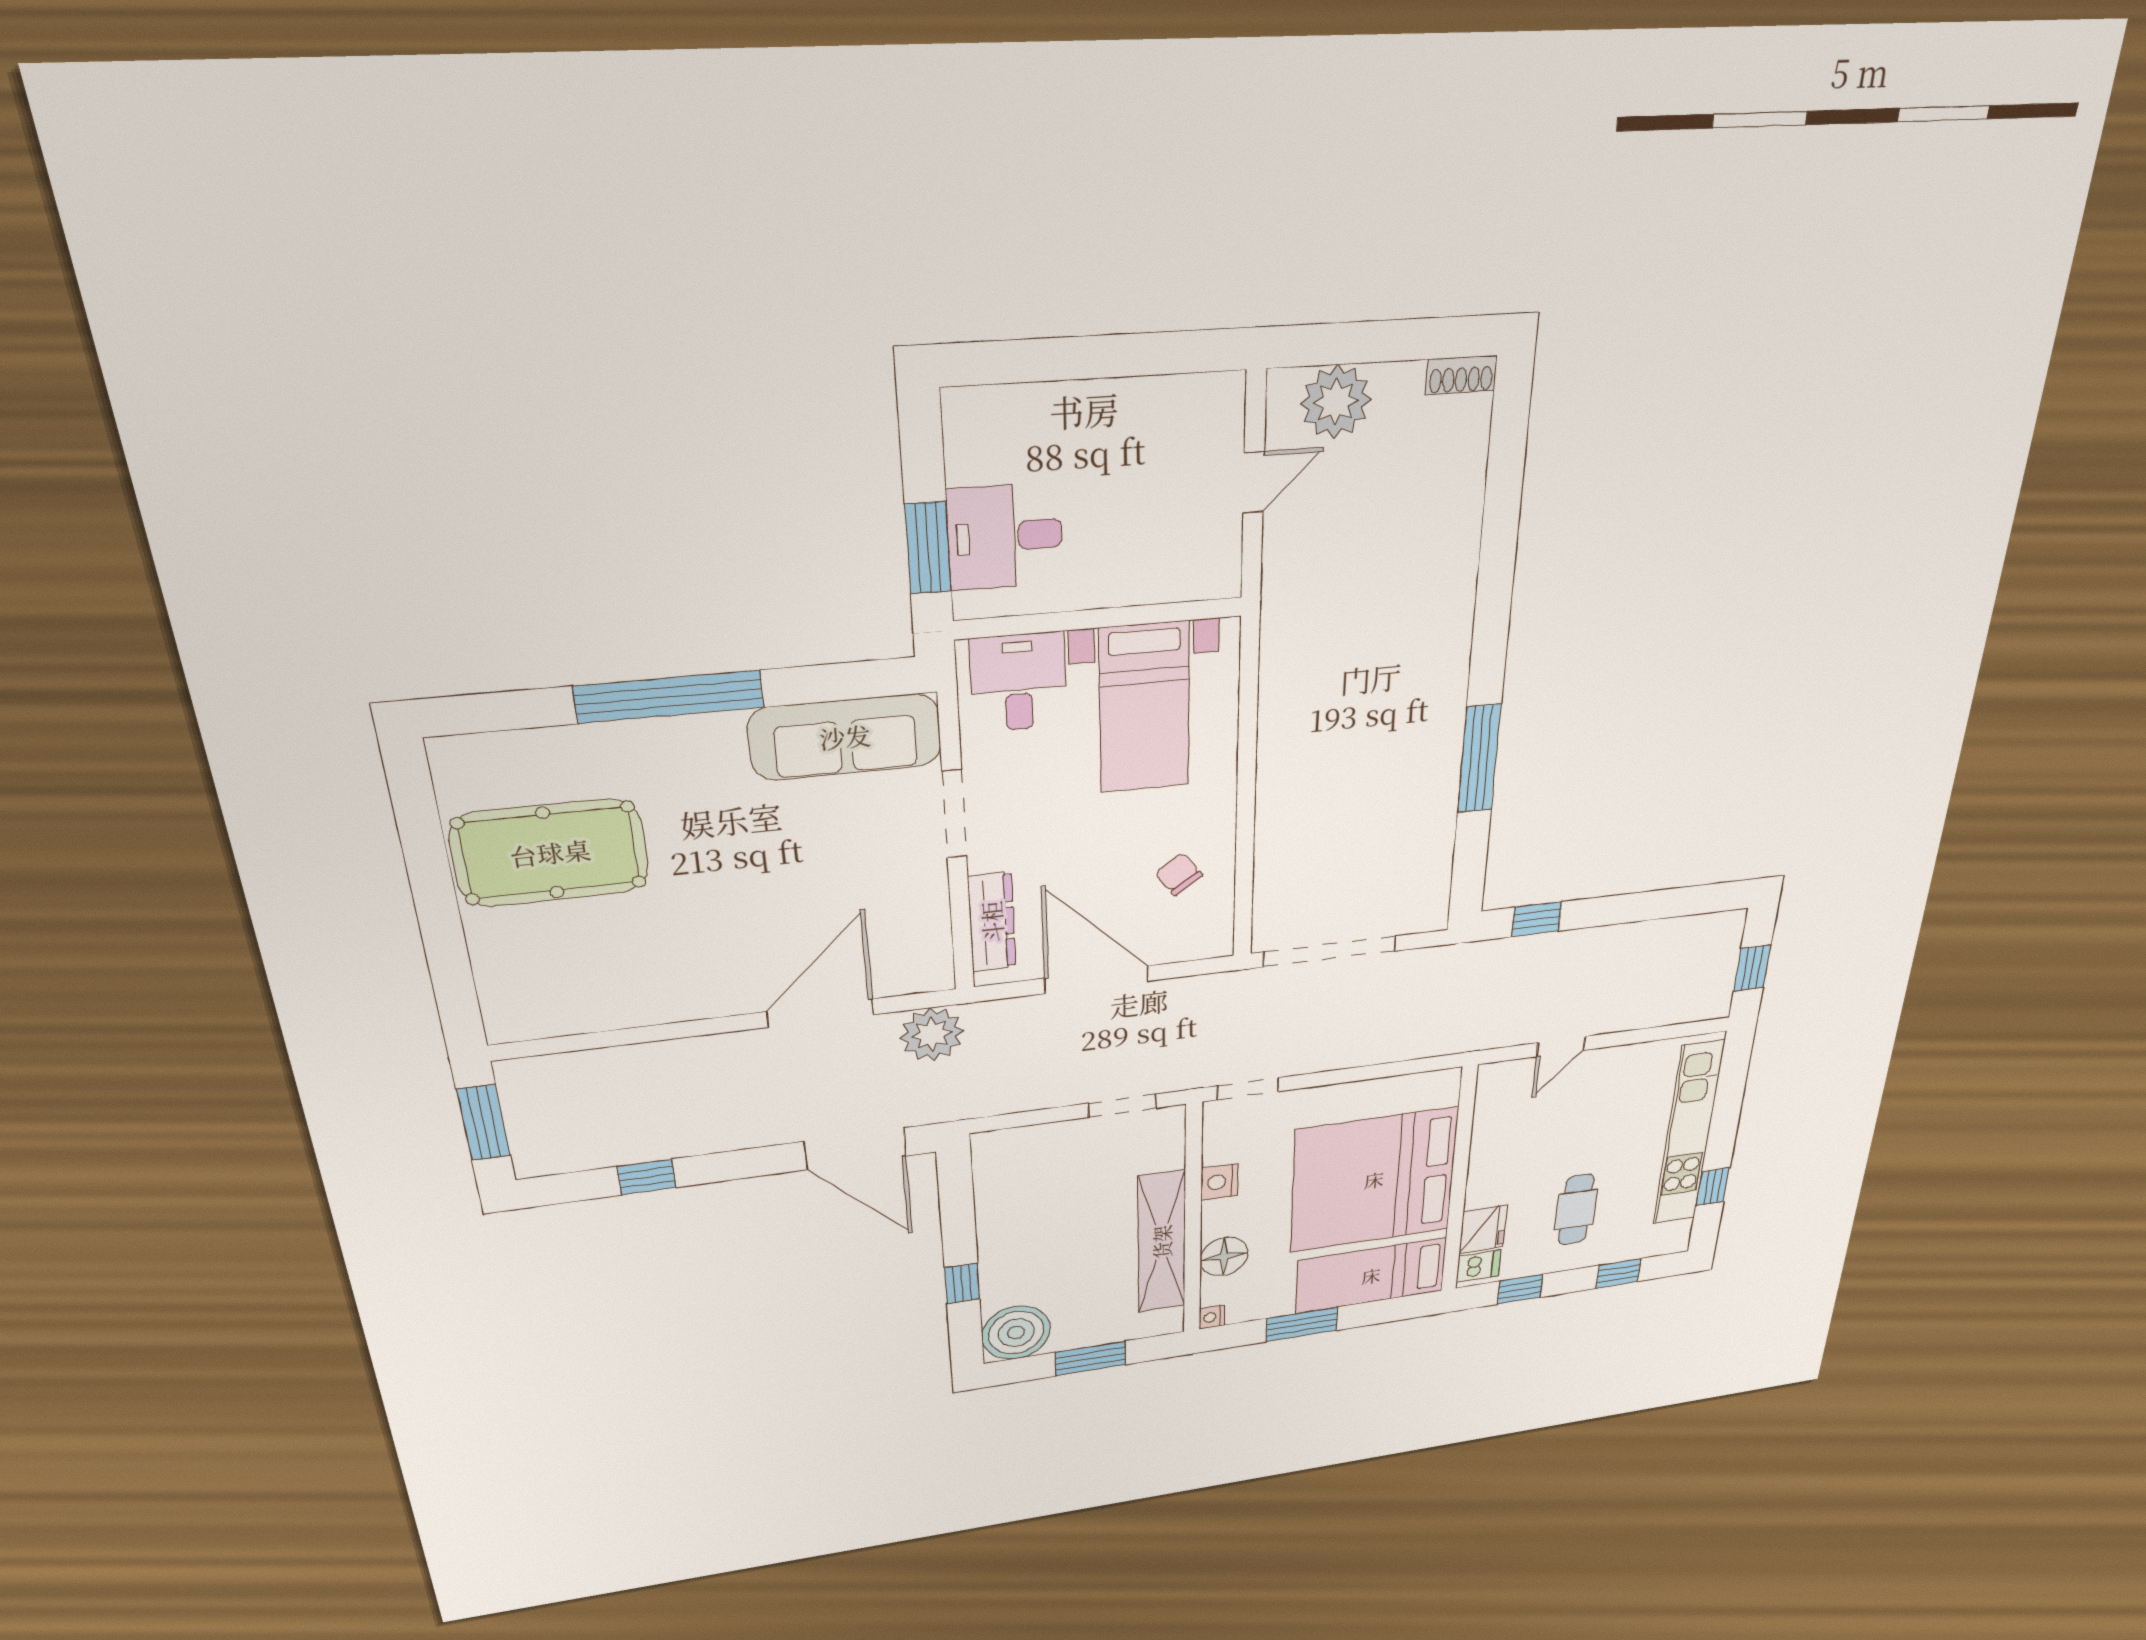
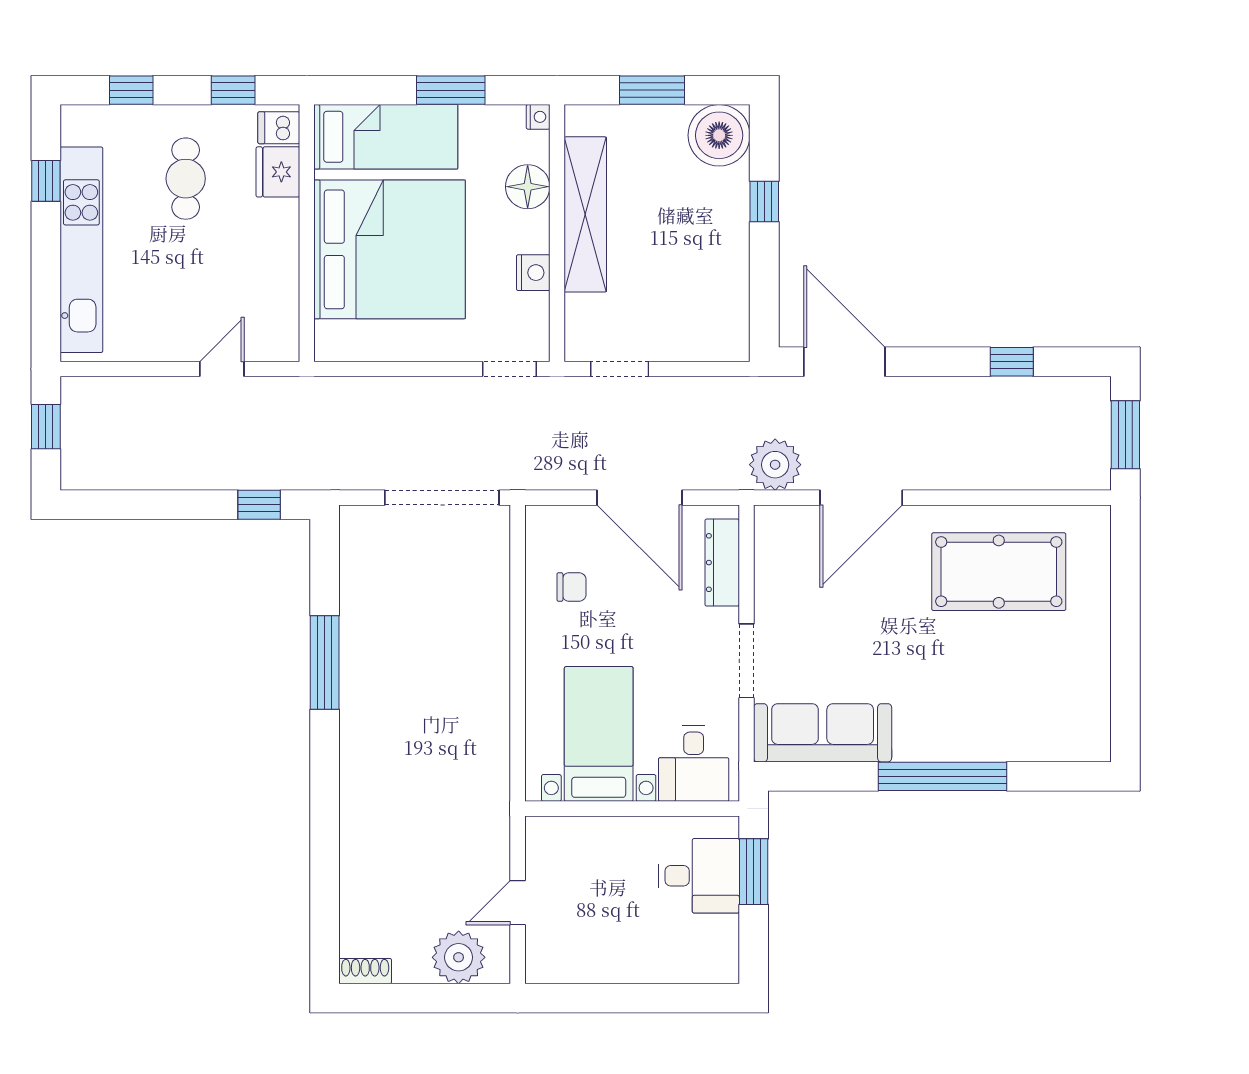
pool table: (550, 853) -> (999, 572), moved
chair: (1179, 874) -> (571, 587), turned -54

